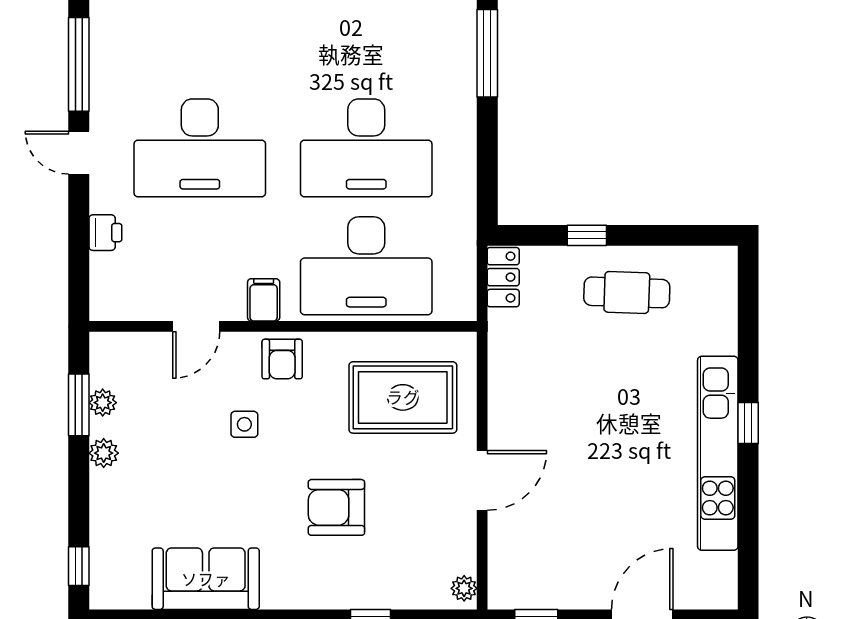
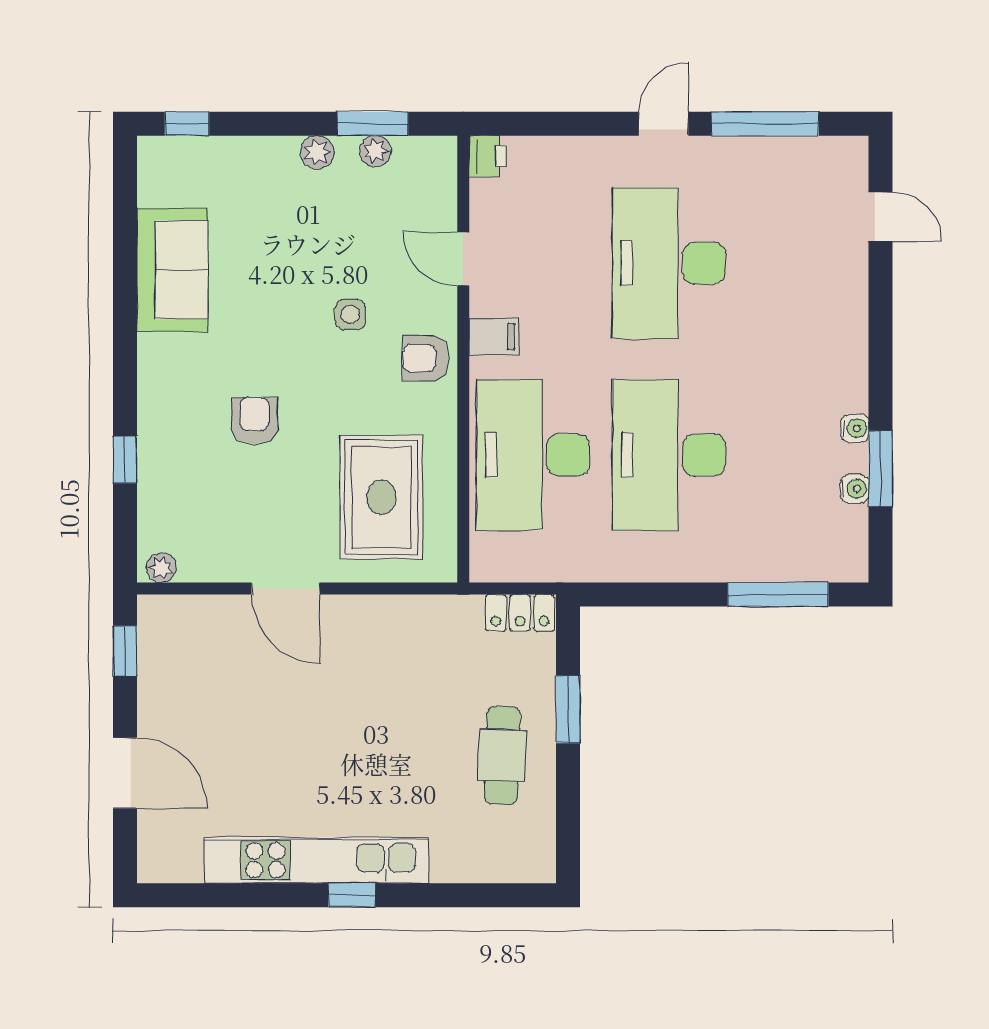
printer: (105, 233) -> (488, 156), moved, turned -90
window: (587, 235) -> (568, 709), width x1.50
armchair: (336, 507) -> (254, 421), width x0.72, depth x0.72

